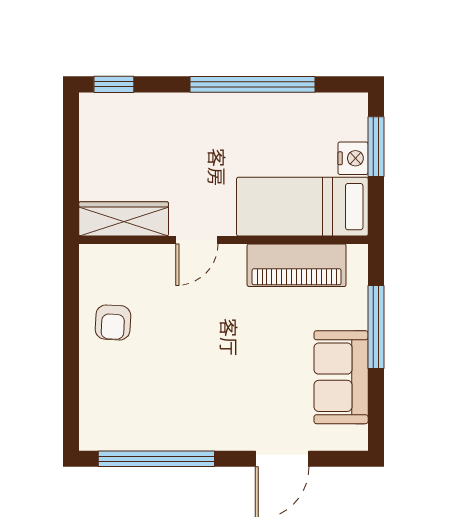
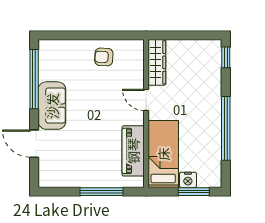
sofa: (341, 377) -> (52, 106), moved, turned 90

